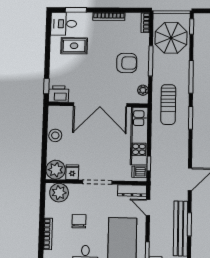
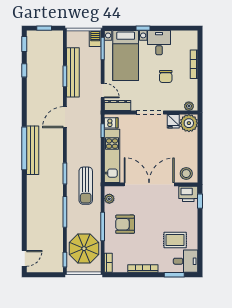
sun lounger: (168, 105) -> (86, 186), turned 180
stool: (55, 135) -> (186, 174), moved
plant: (59, 193) -> (189, 106), width x0.53, depth x0.53

